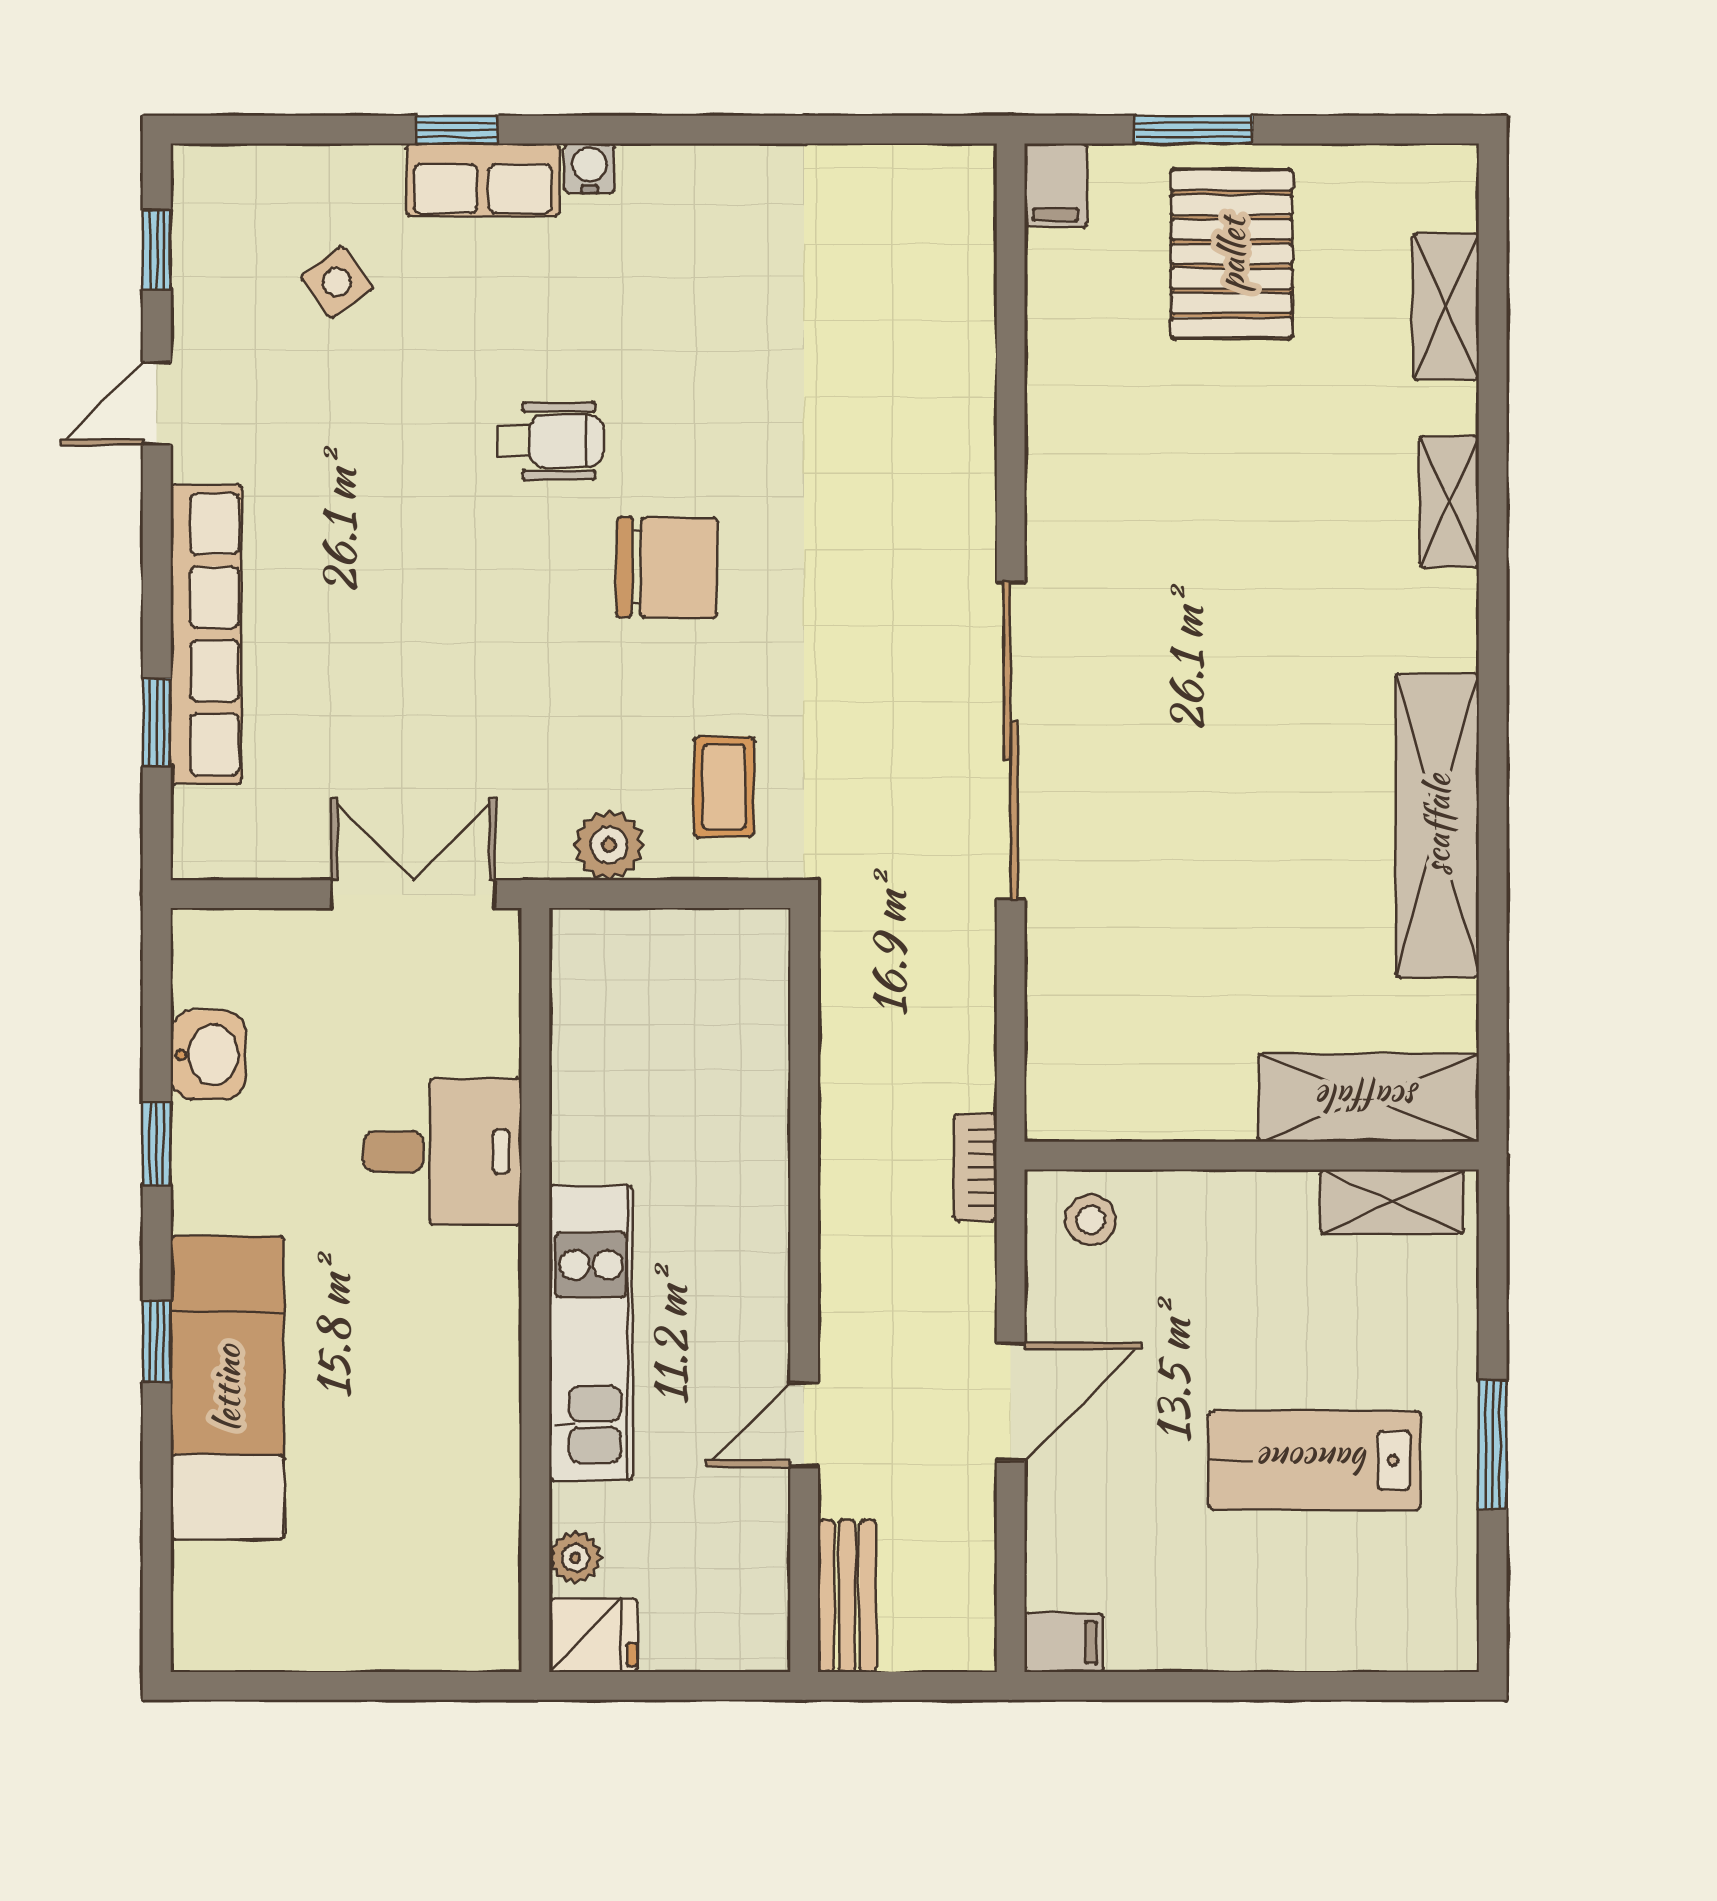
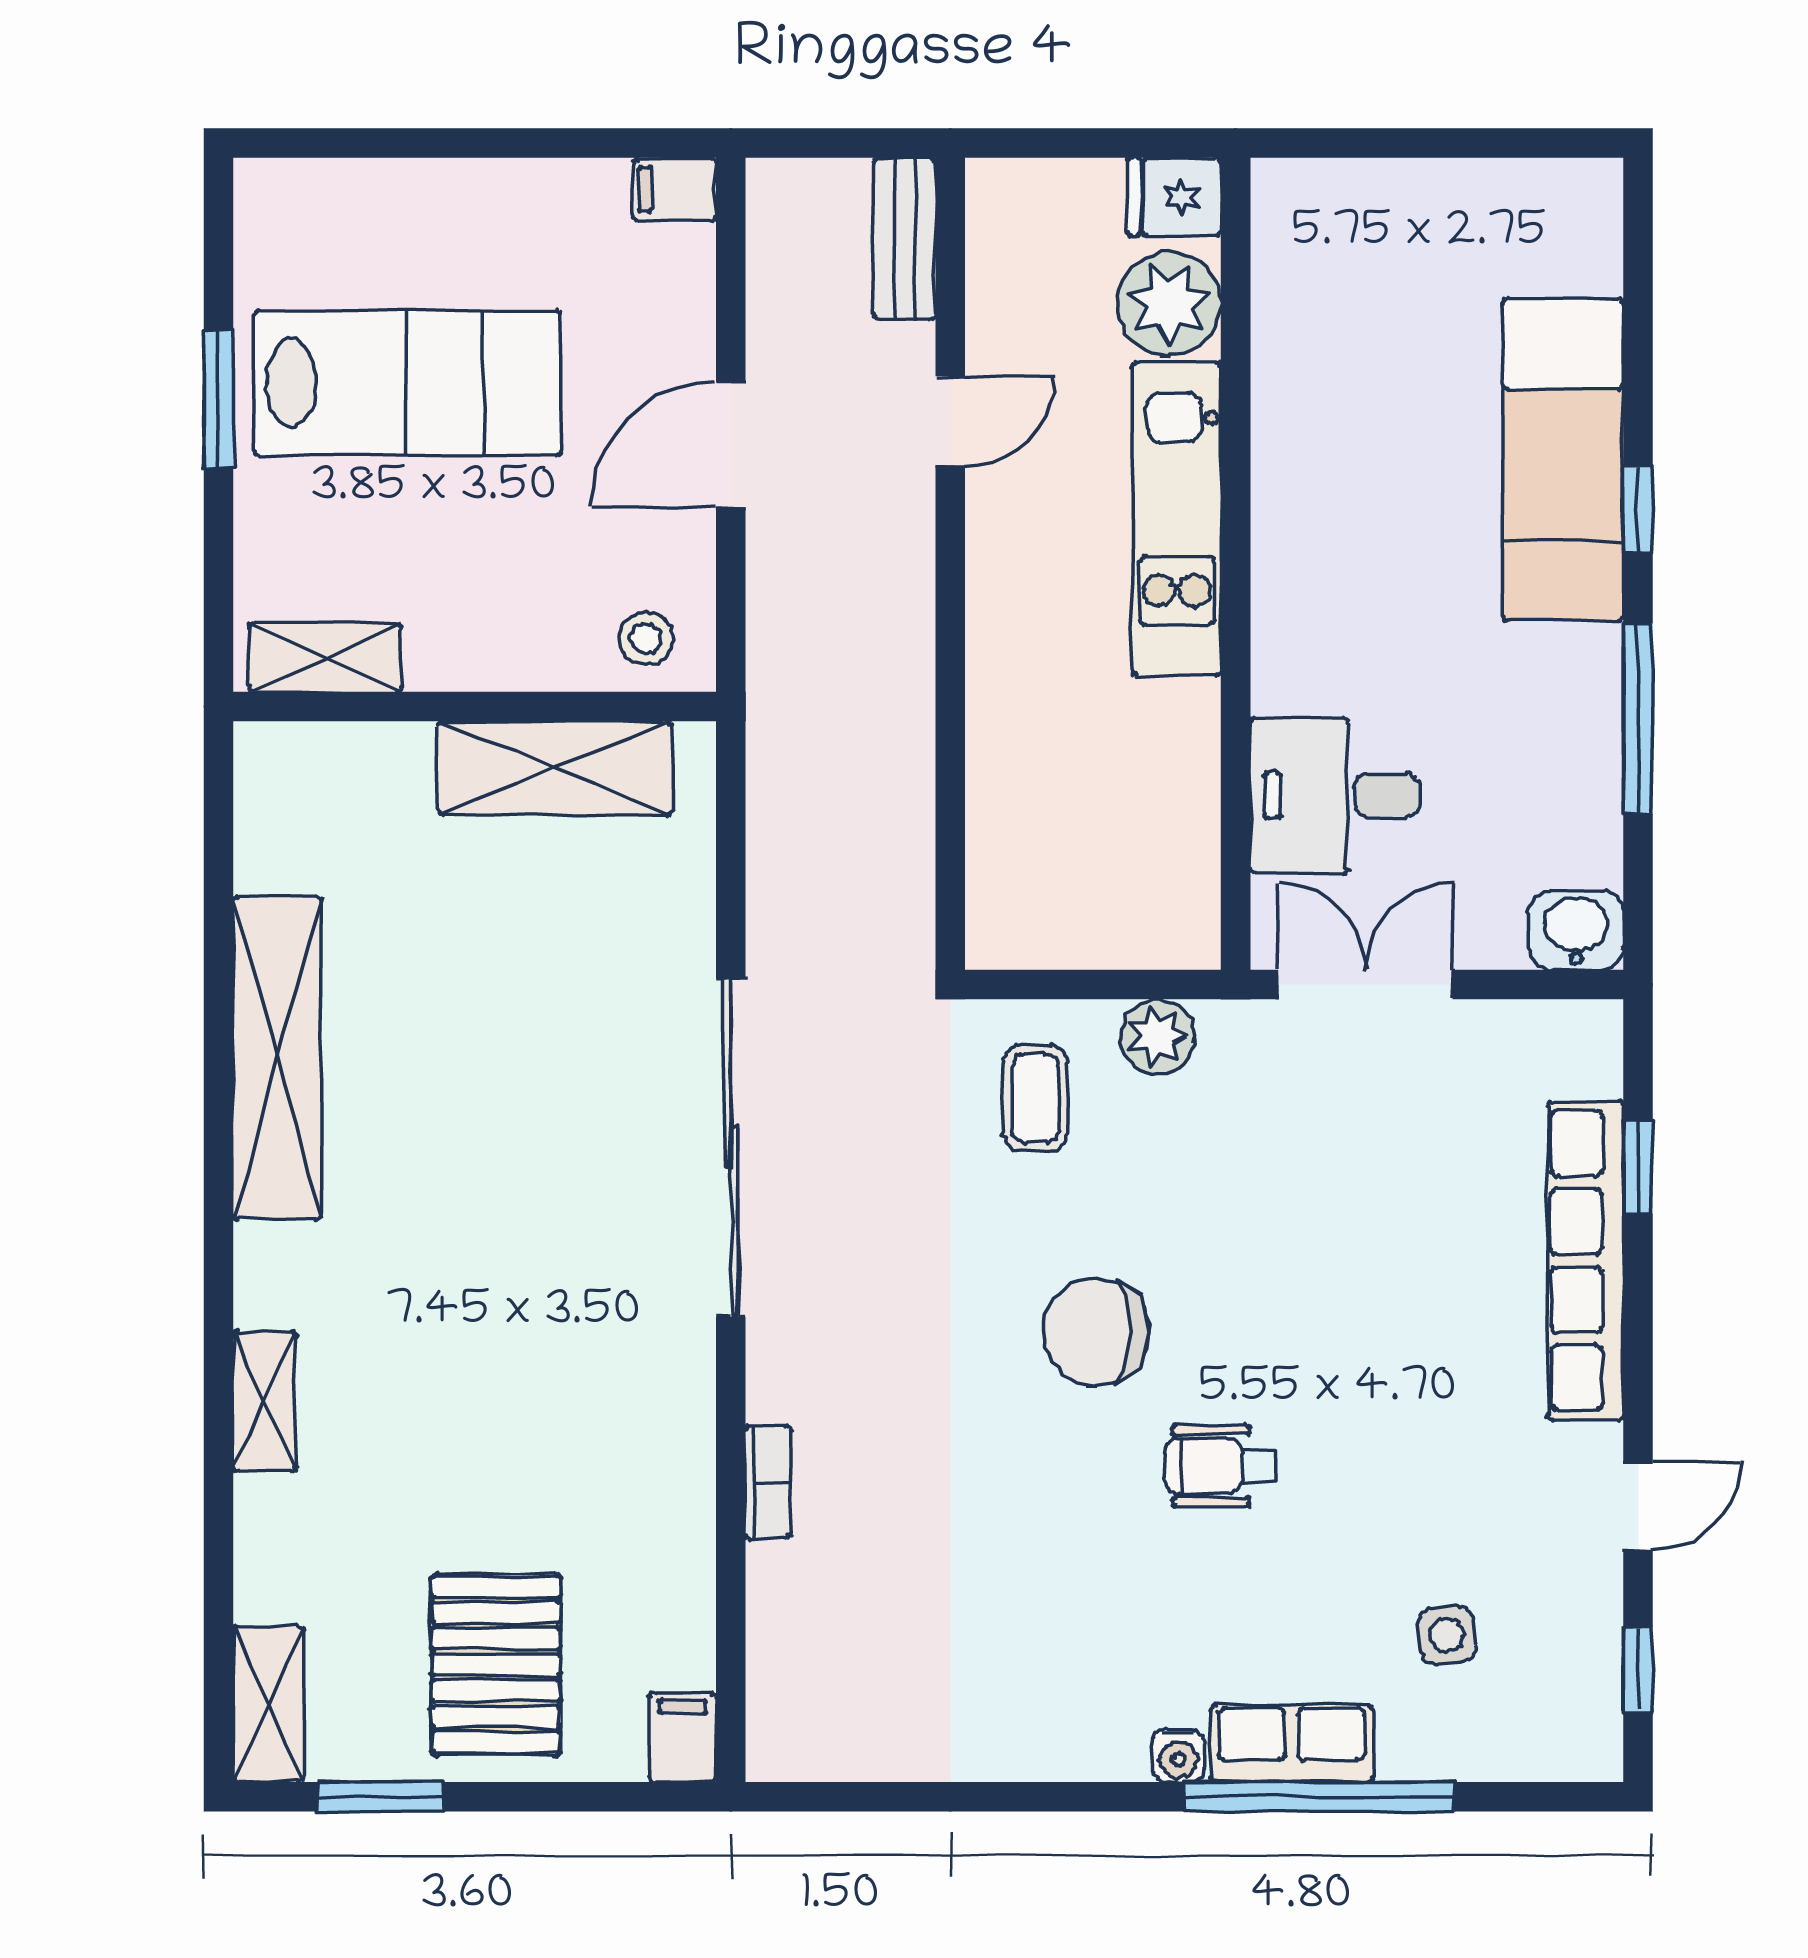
window: (457, 130) -> (1319, 1797), width x3.17
window: (1194, 130) -> (381, 1797), moved
side table: (337, 282) -> (1447, 1635), turned 30
shelving: (1446, 306) -> (268, 1704), moved
double door: (413, 894) -> (1365, 985), swing flipped
washbasin: (208, 1055) -> (1576, 930), moved, turned 90
shelving: (1369, 1098) -> (555, 768), moved
window: (157, 1144) -> (1638, 719), width x2.17
desk: (443, 1152) -> (1334, 795), moved
bookcase: (975, 1167) -> (768, 1482), moved
lab bench: (1315, 1460) -> (408, 383), width x1.36, depth x1.39
plant: (575, 1558) -> (1169, 304), width x1.88, depth x1.88

